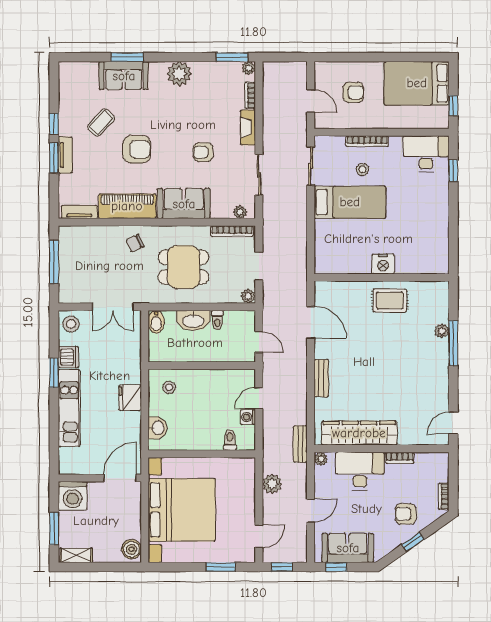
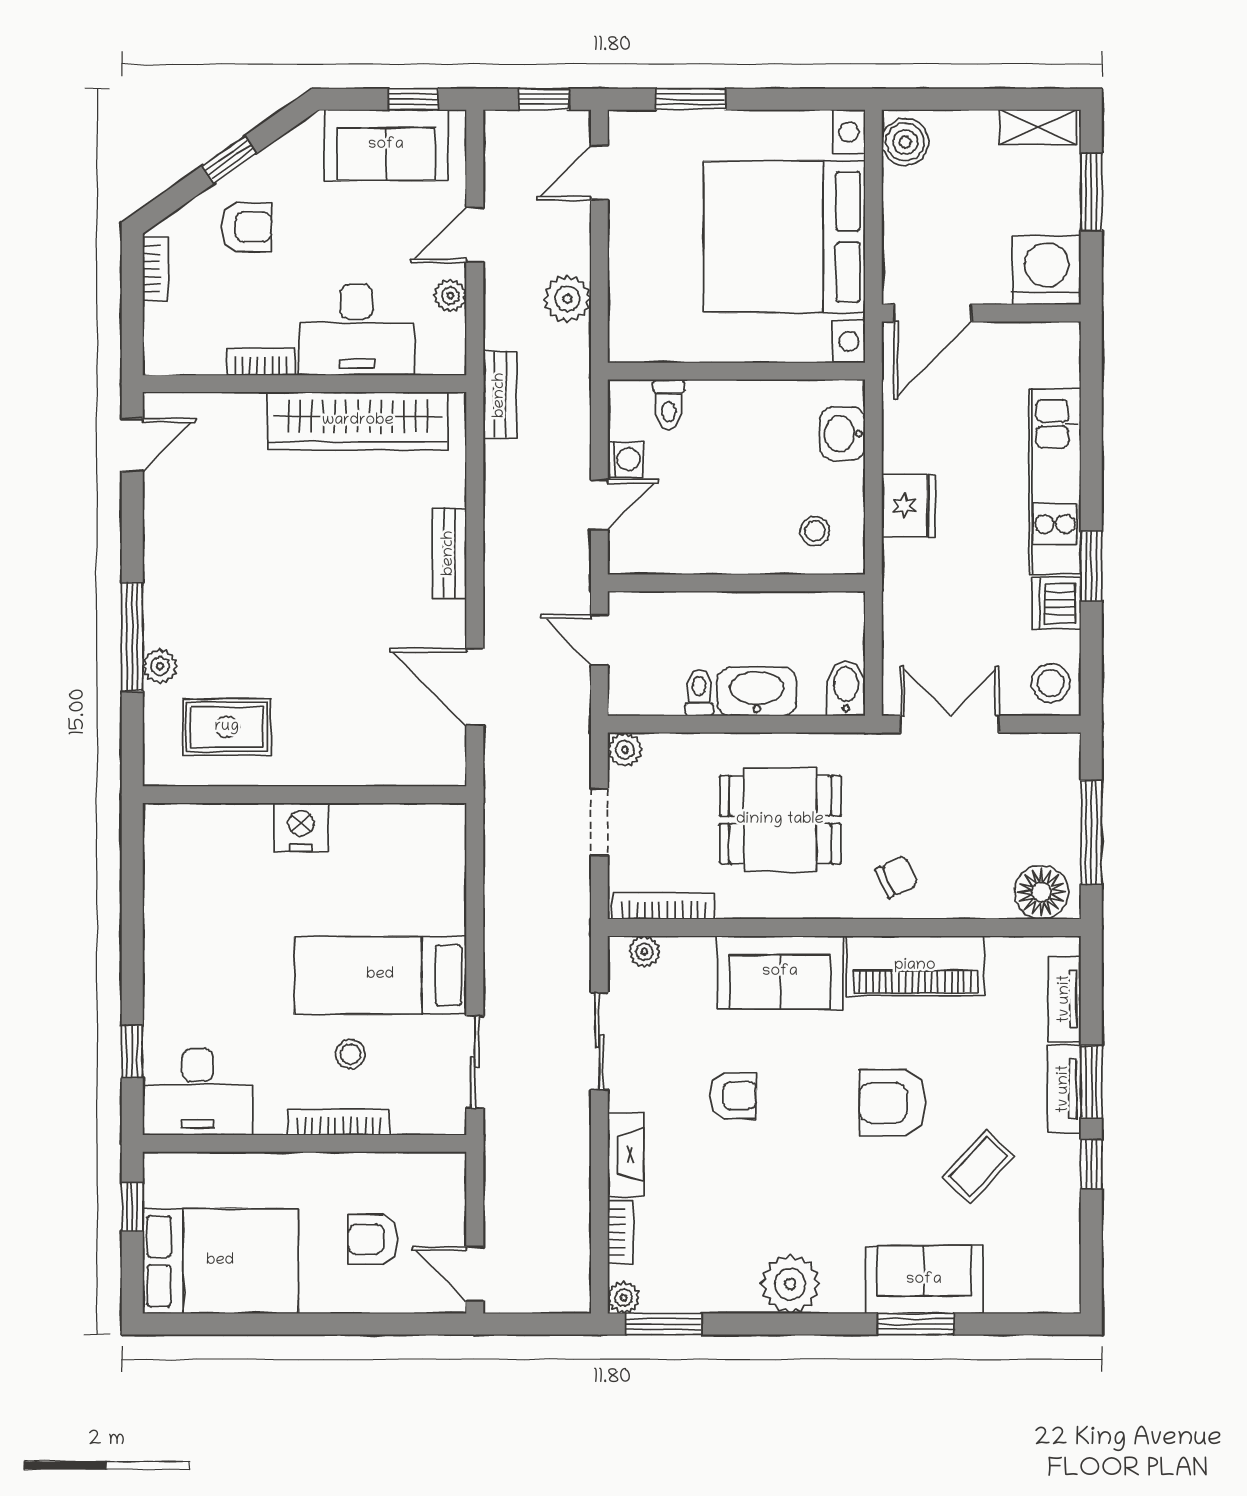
door: (311, 101) -> (475, 1274), moved
tv unit: (79, 212) -> (1065, 999), moved, turned 90
floor lamp: (75, 237) -> (1041, 892), added
rug: (390, 301) -> (227, 727), moved
plant: (321, 459) -> (450, 296), moved

